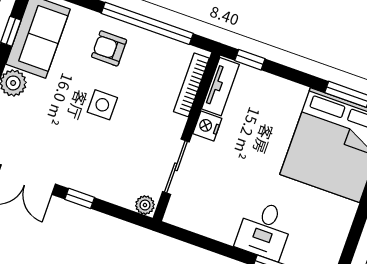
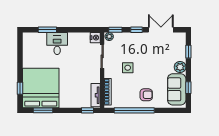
side table: (102, 105) -> (128, 68), moved
nightstand: (207, 126) -> (95, 38), moved
window: (126, 215) -> (115, 30), added

